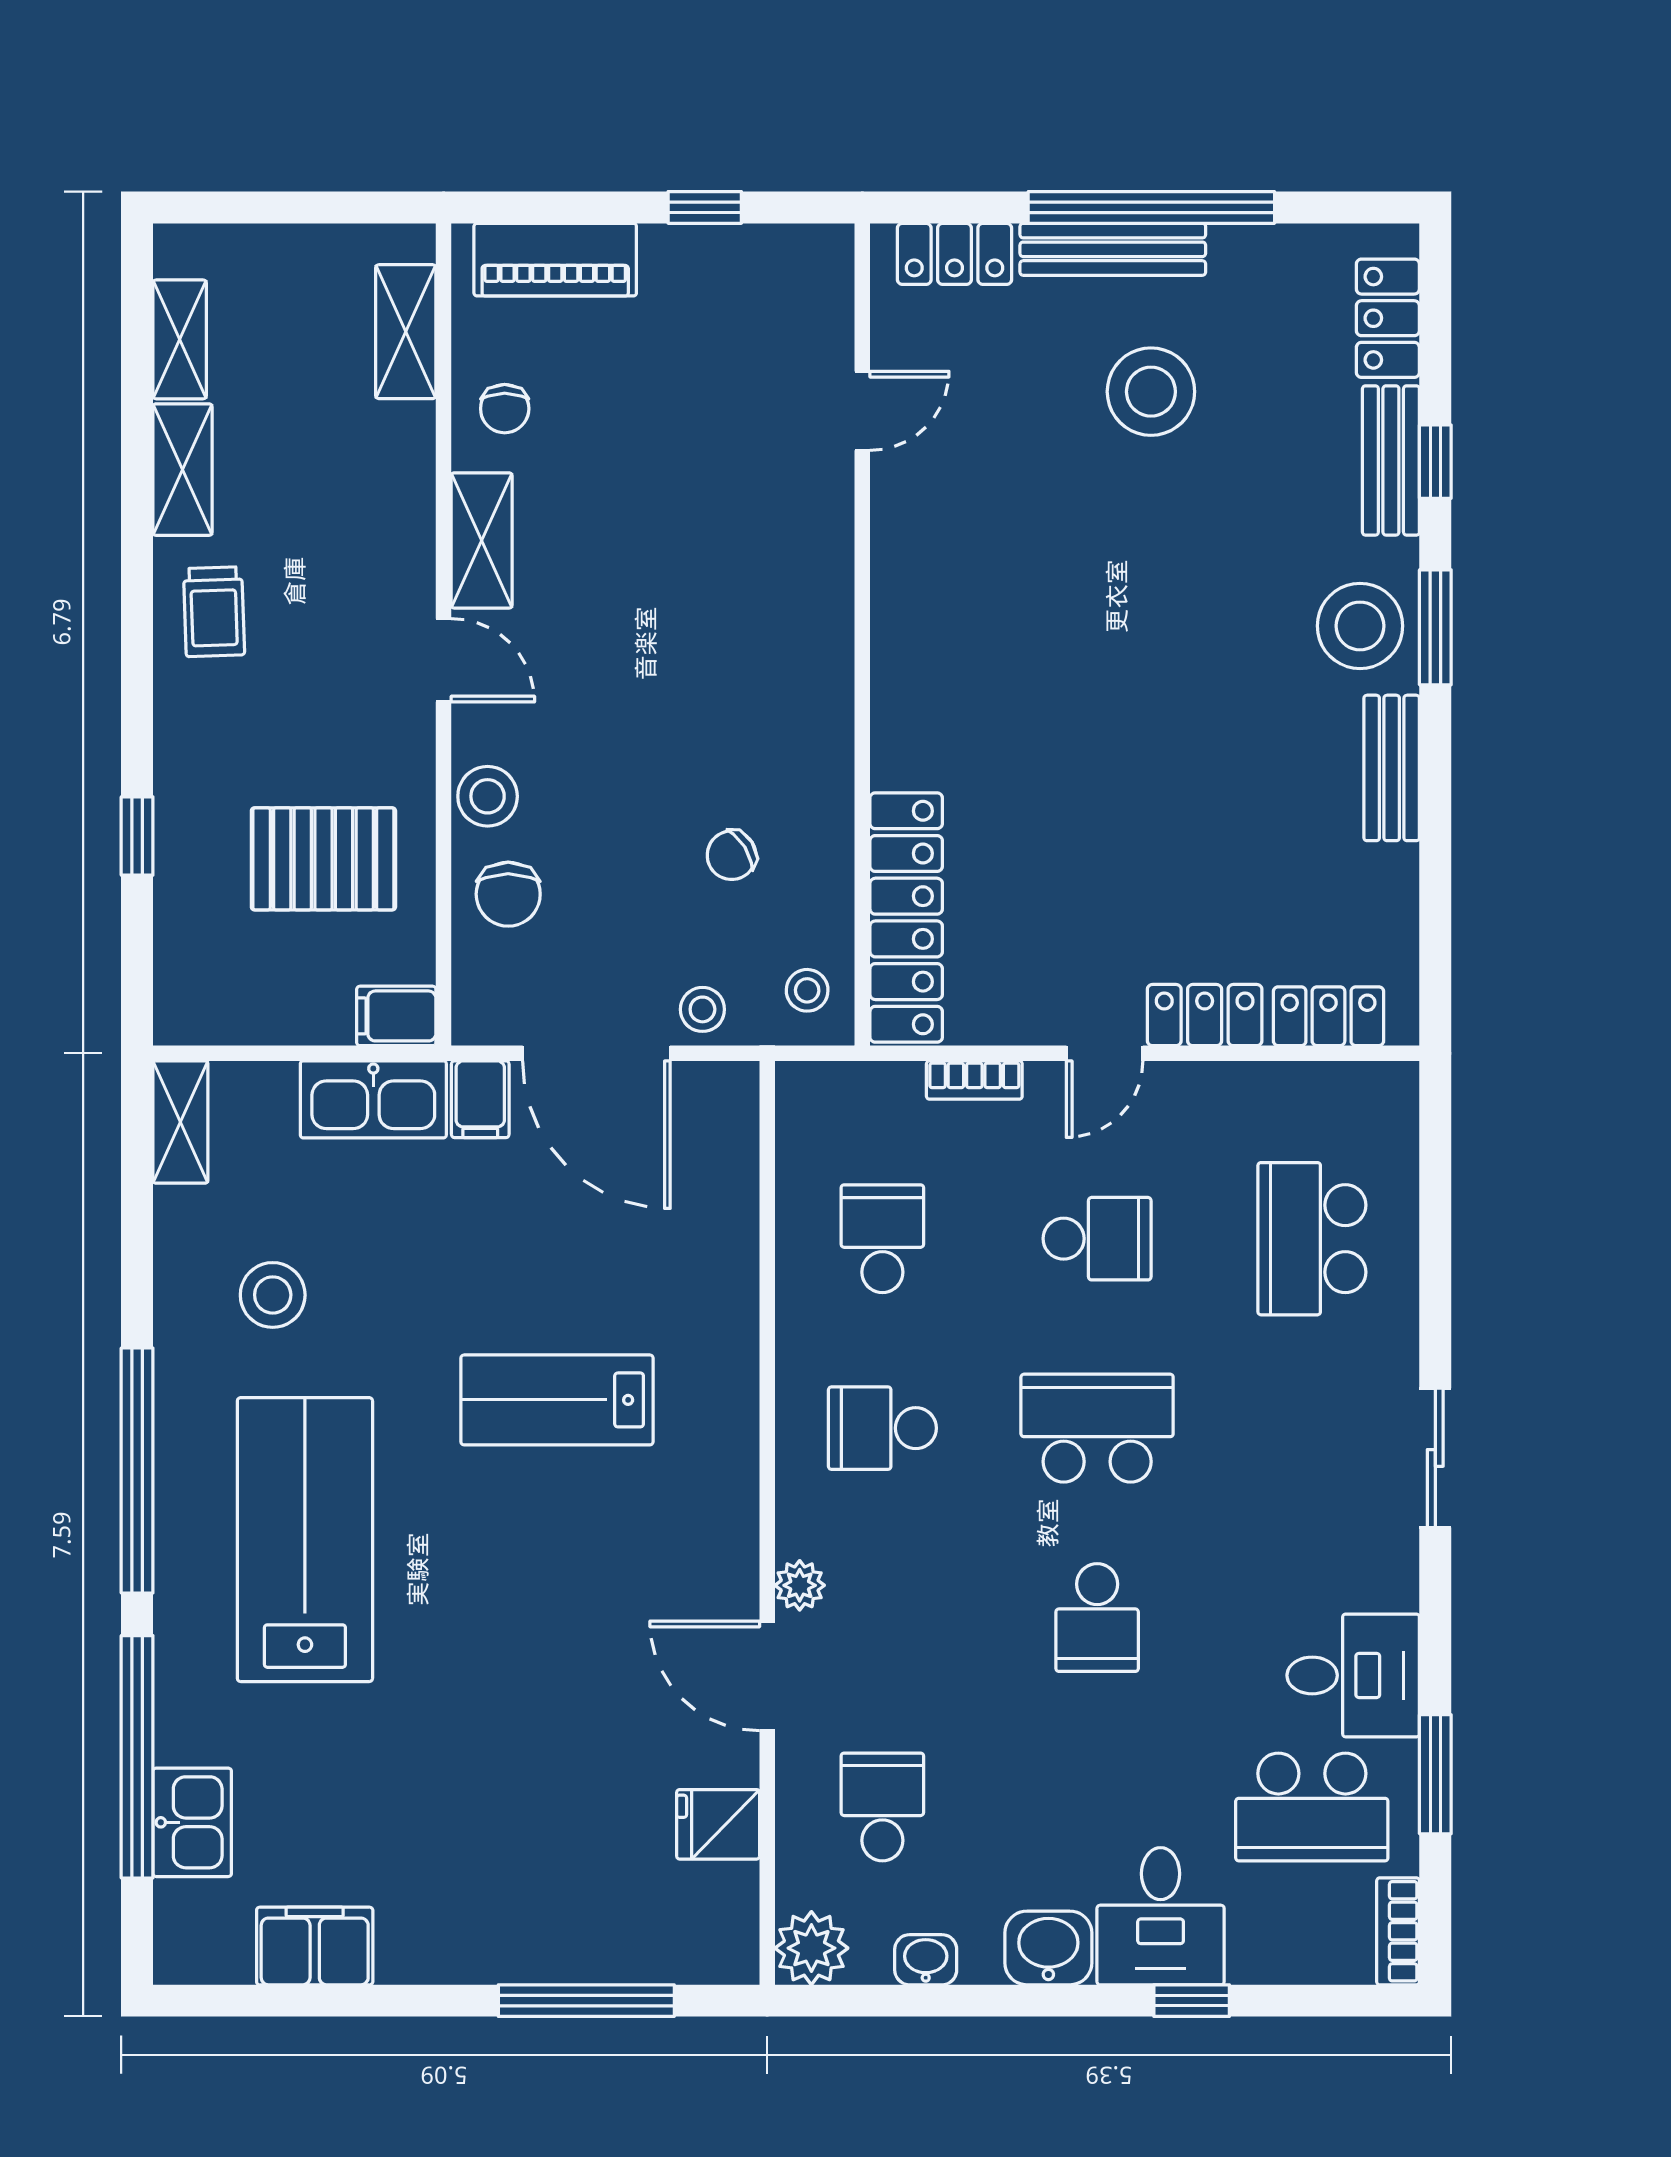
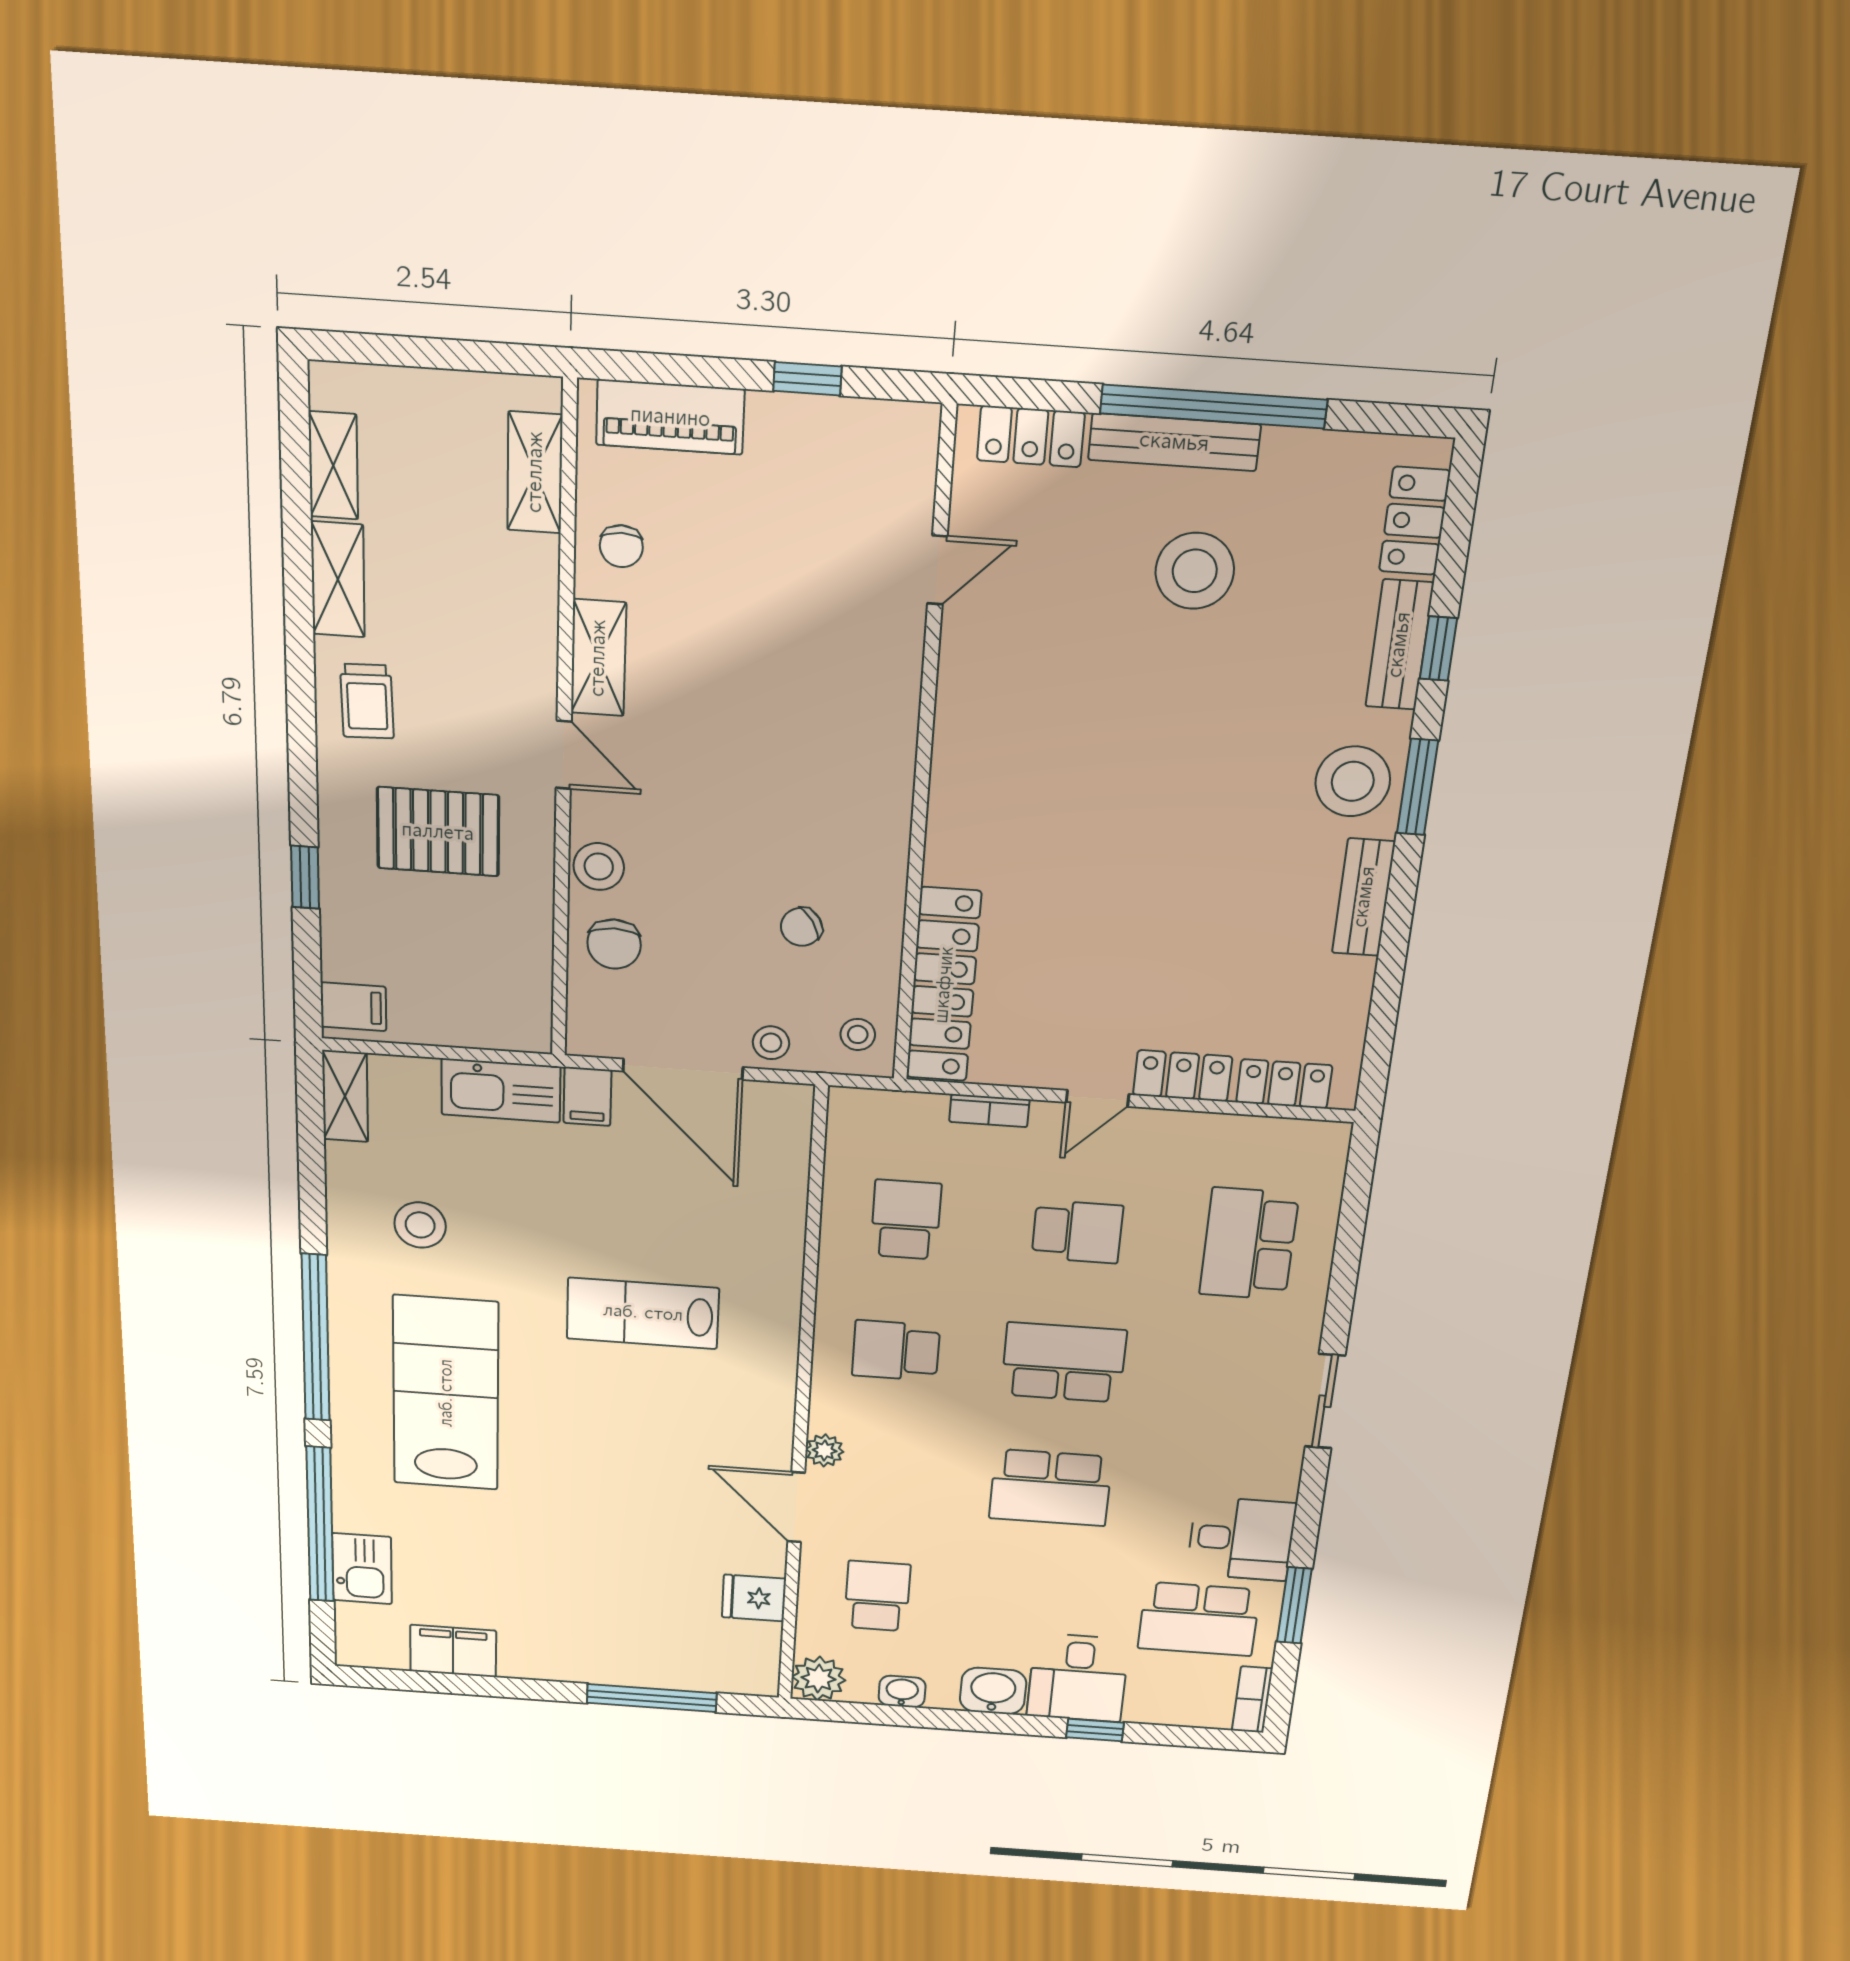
pallet: (323, 859) -> (438, 832), moved
filing cabinet: (396, 1016) -> (353, 1007), moved, turned 180
school desk: (1097, 1618) -> (1051, 1488), width x1.85

